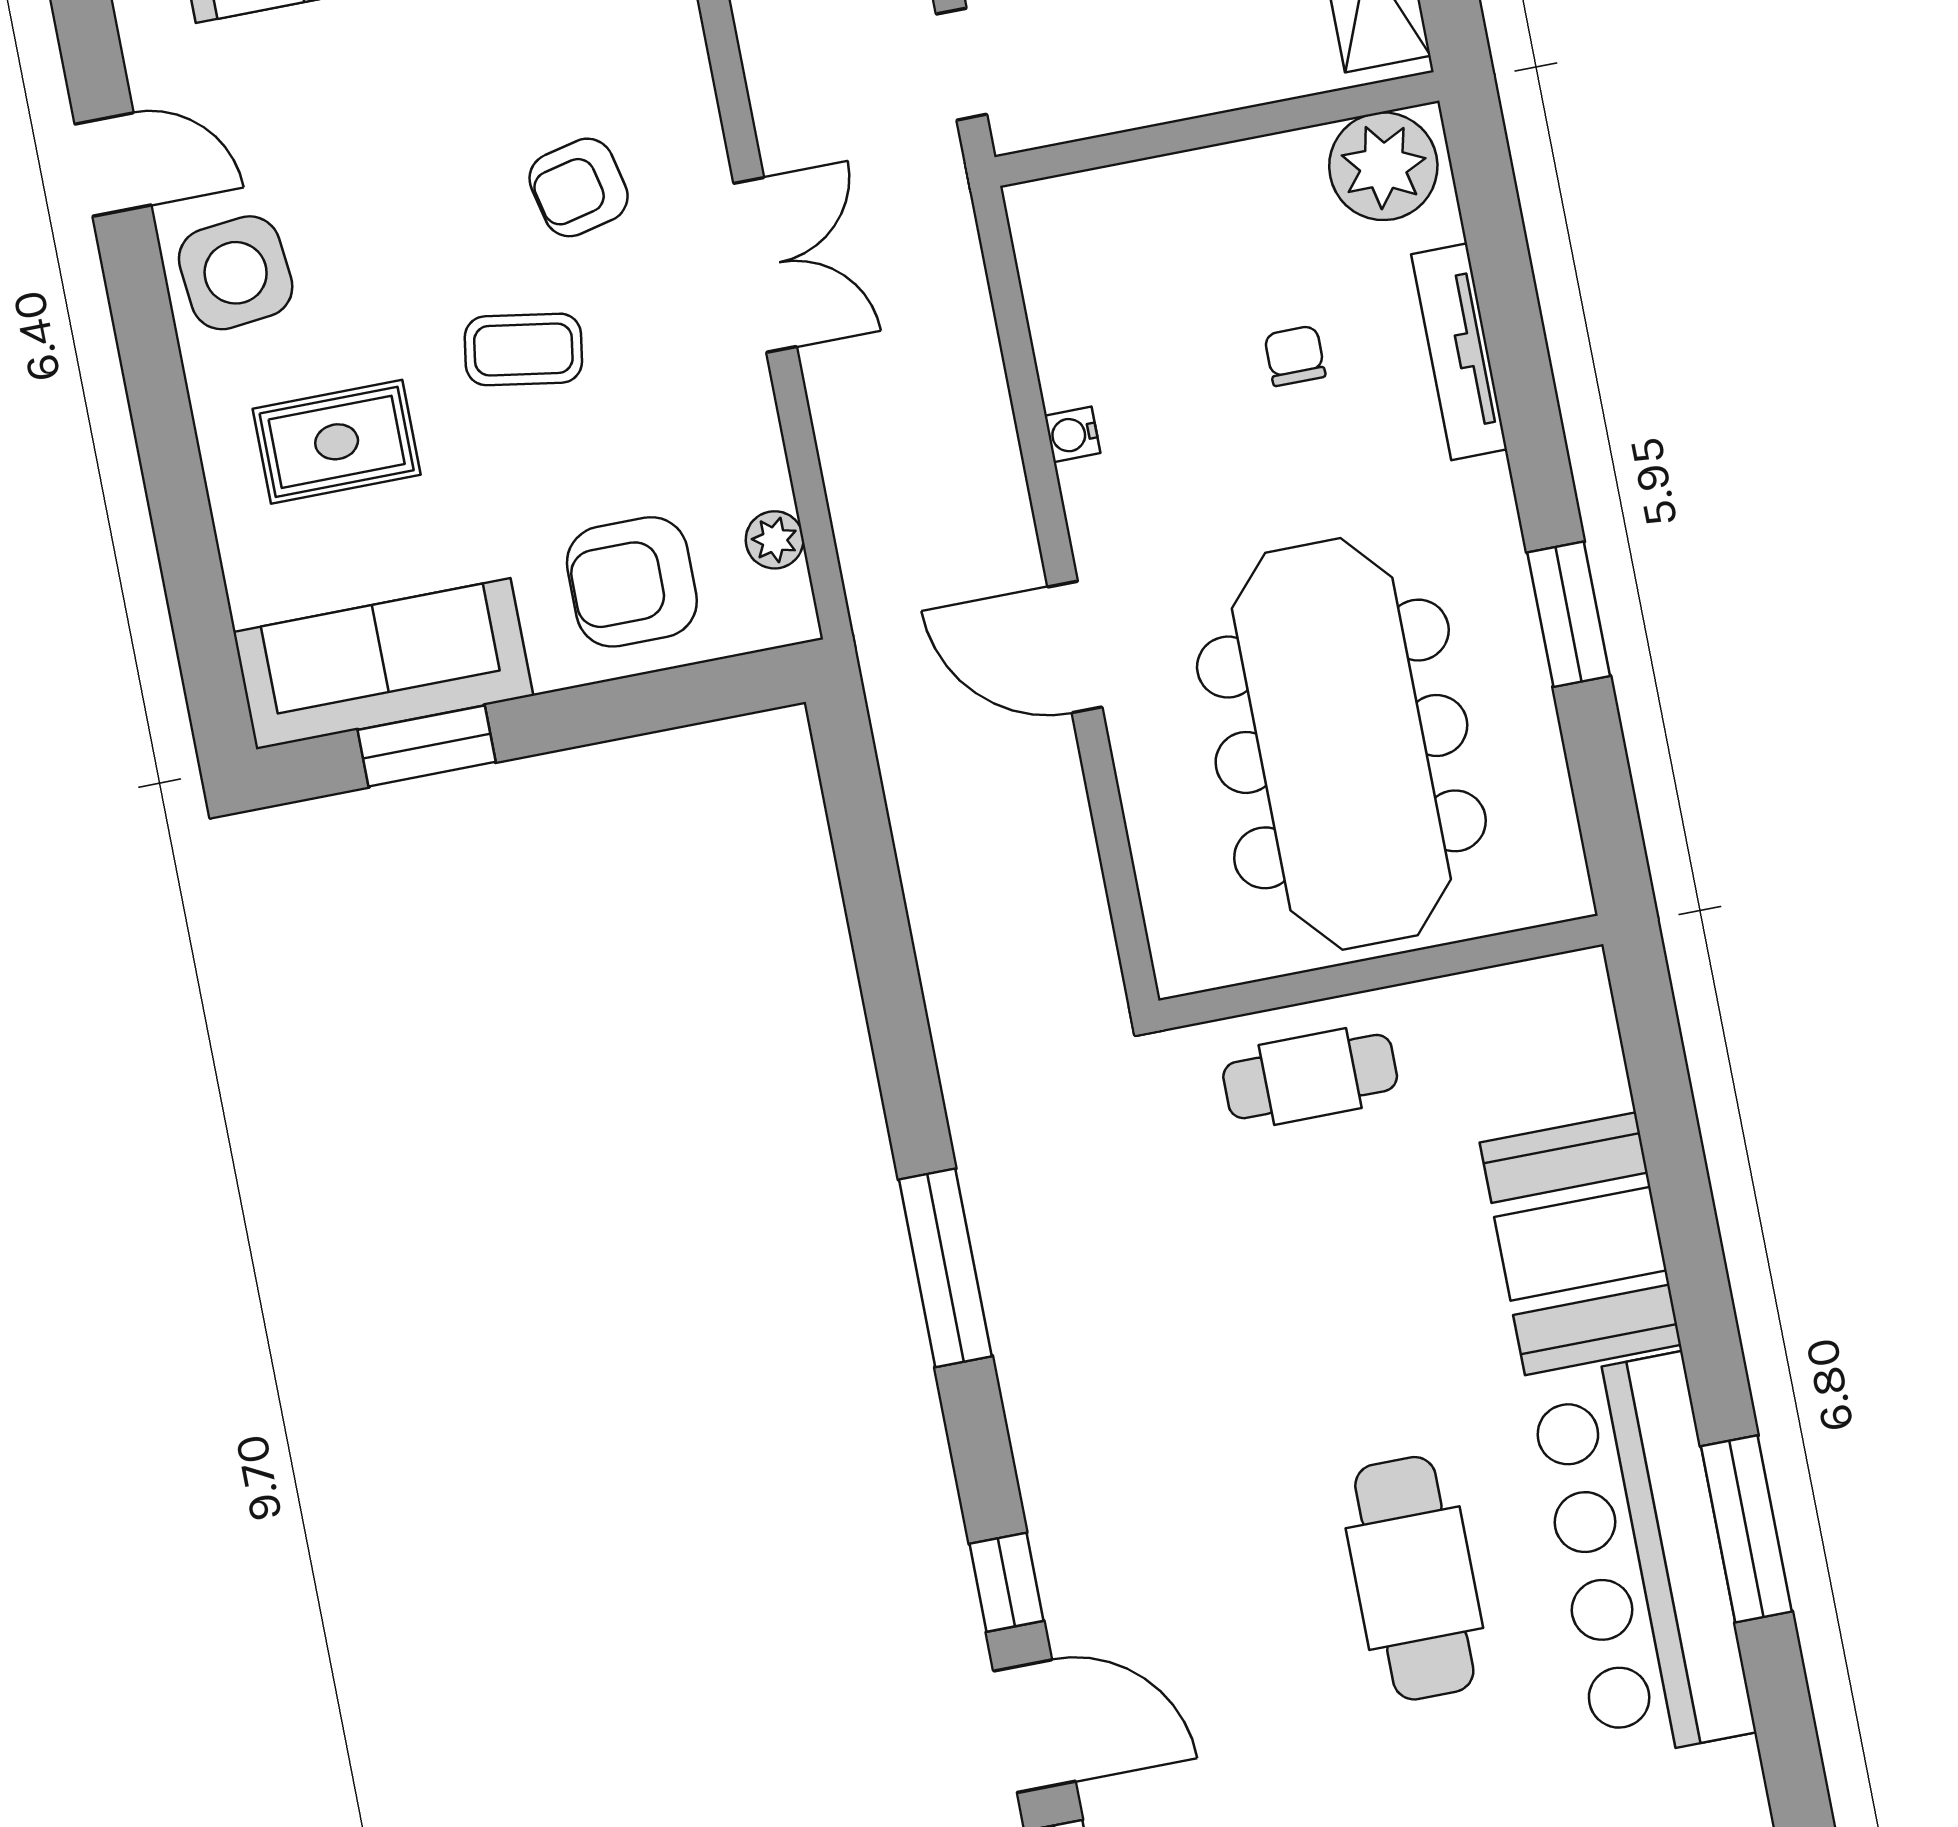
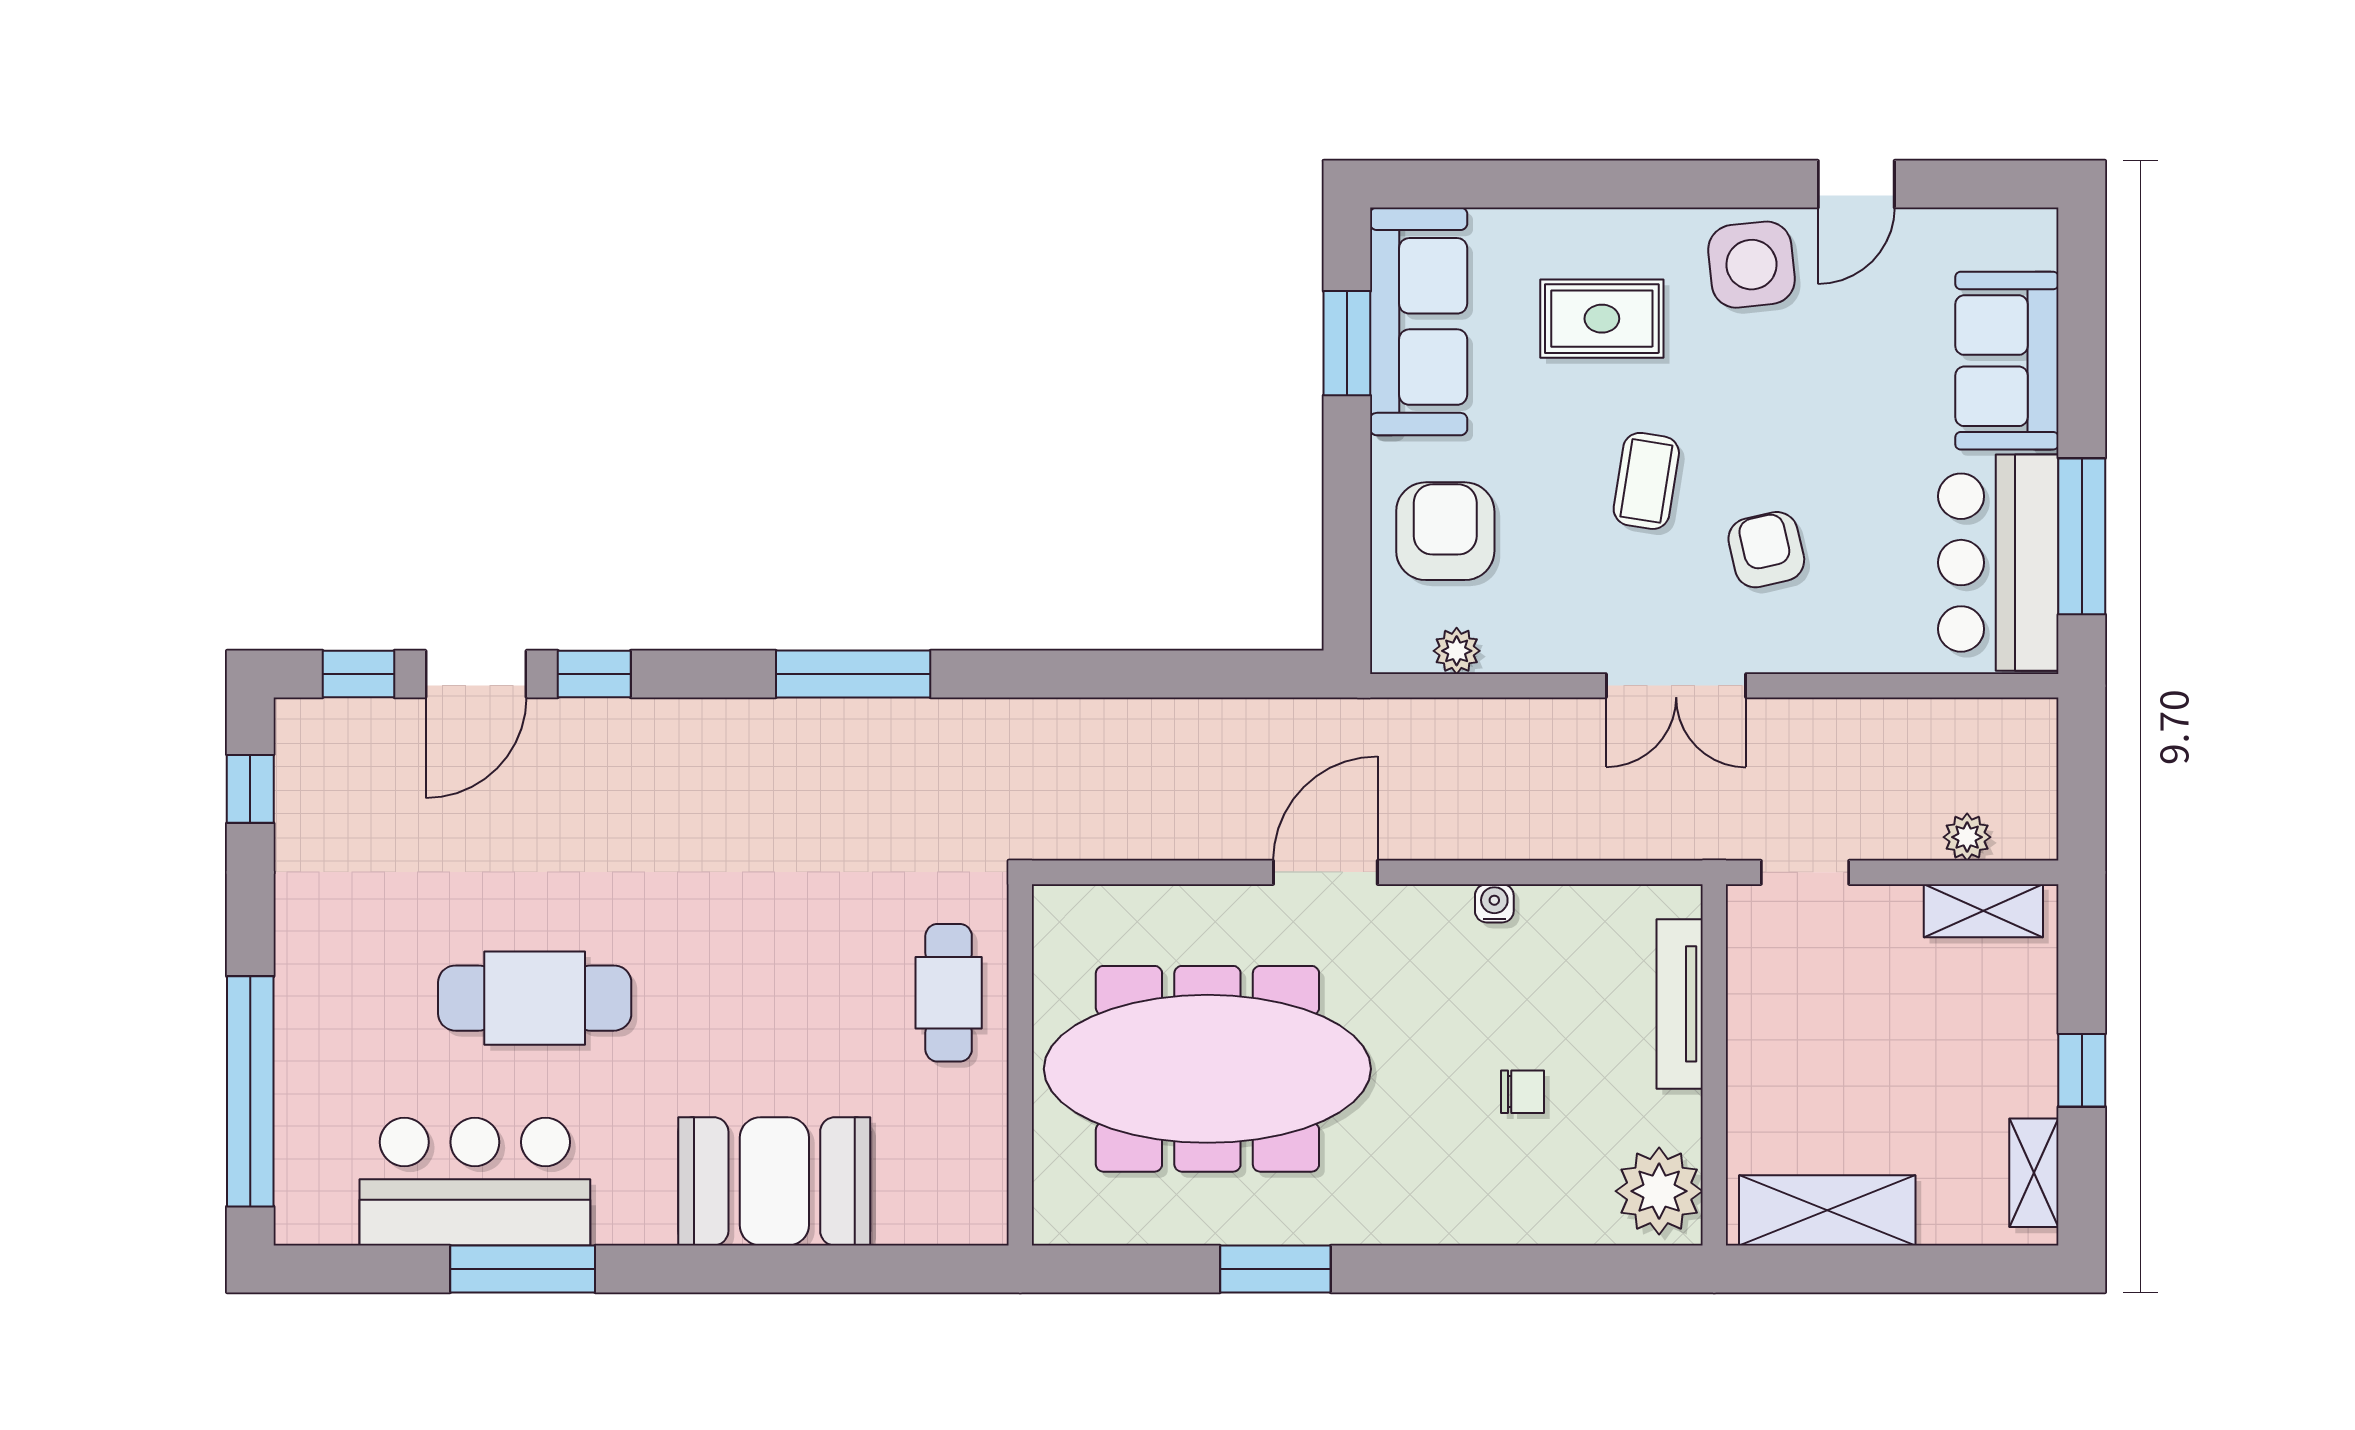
tv unit: (1459, 352) -> (1680, 1004), moved, turned -90
rug: (337, 442) -> (1602, 319), turned 90
bar counter: (1642, 1557) -> (475, 1182), width x0.73

